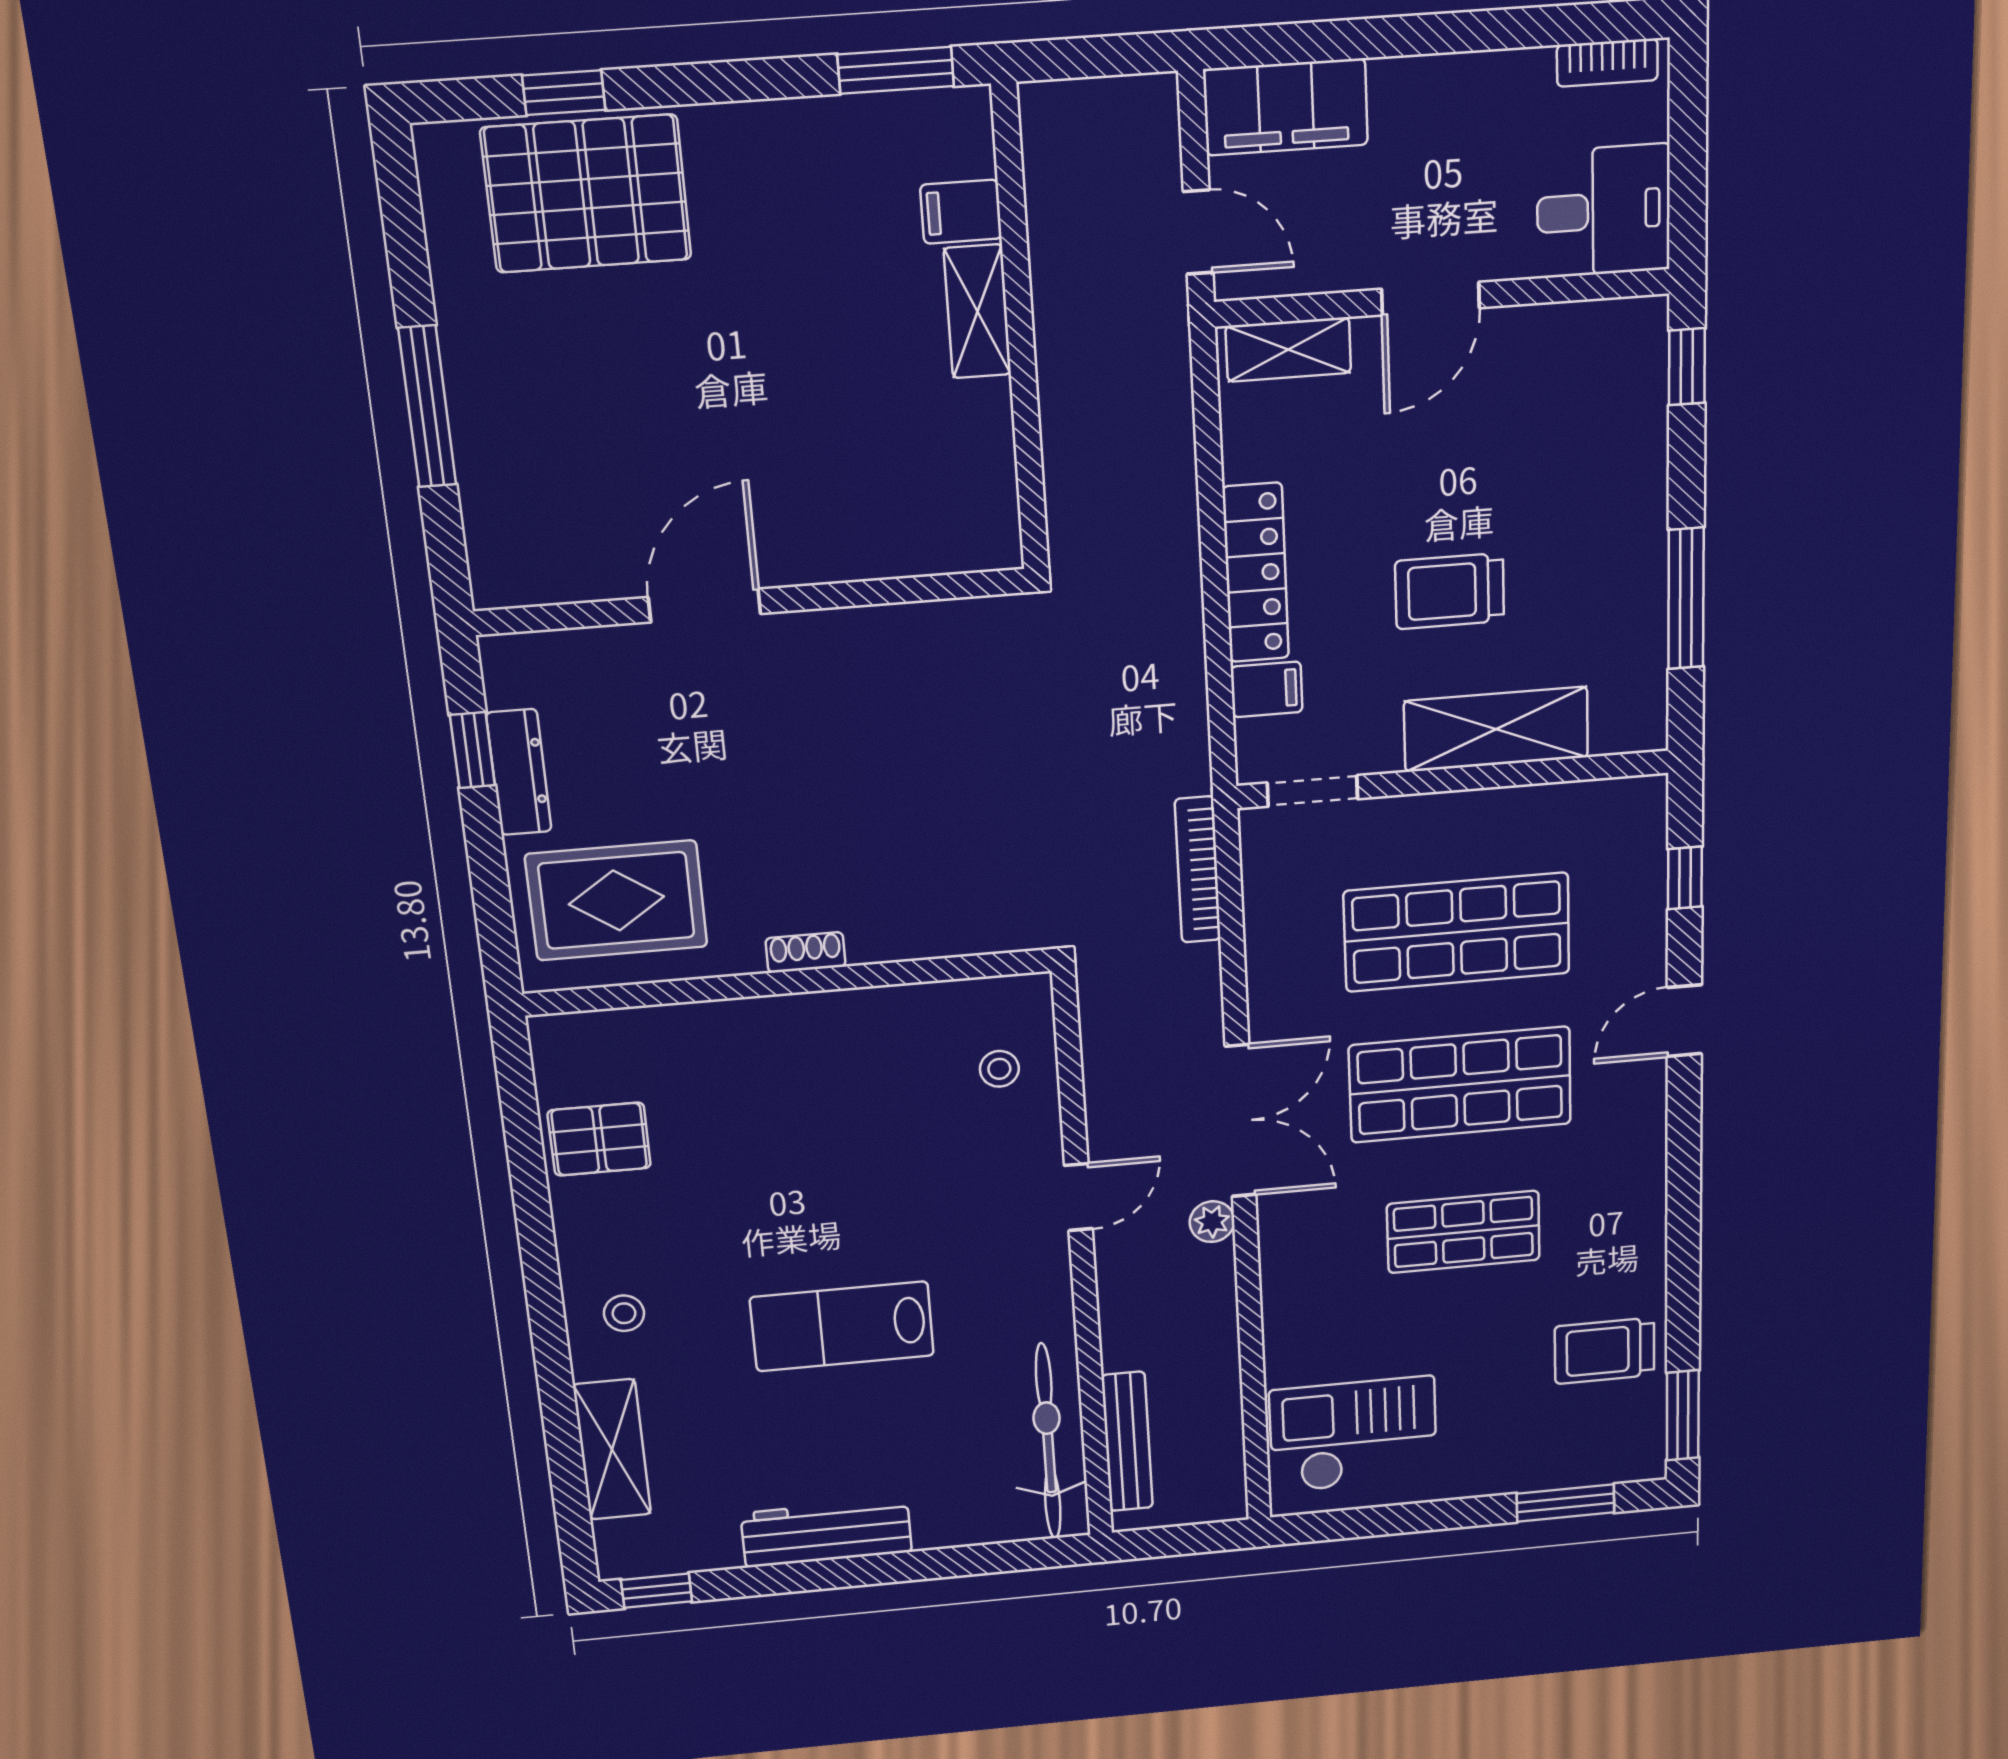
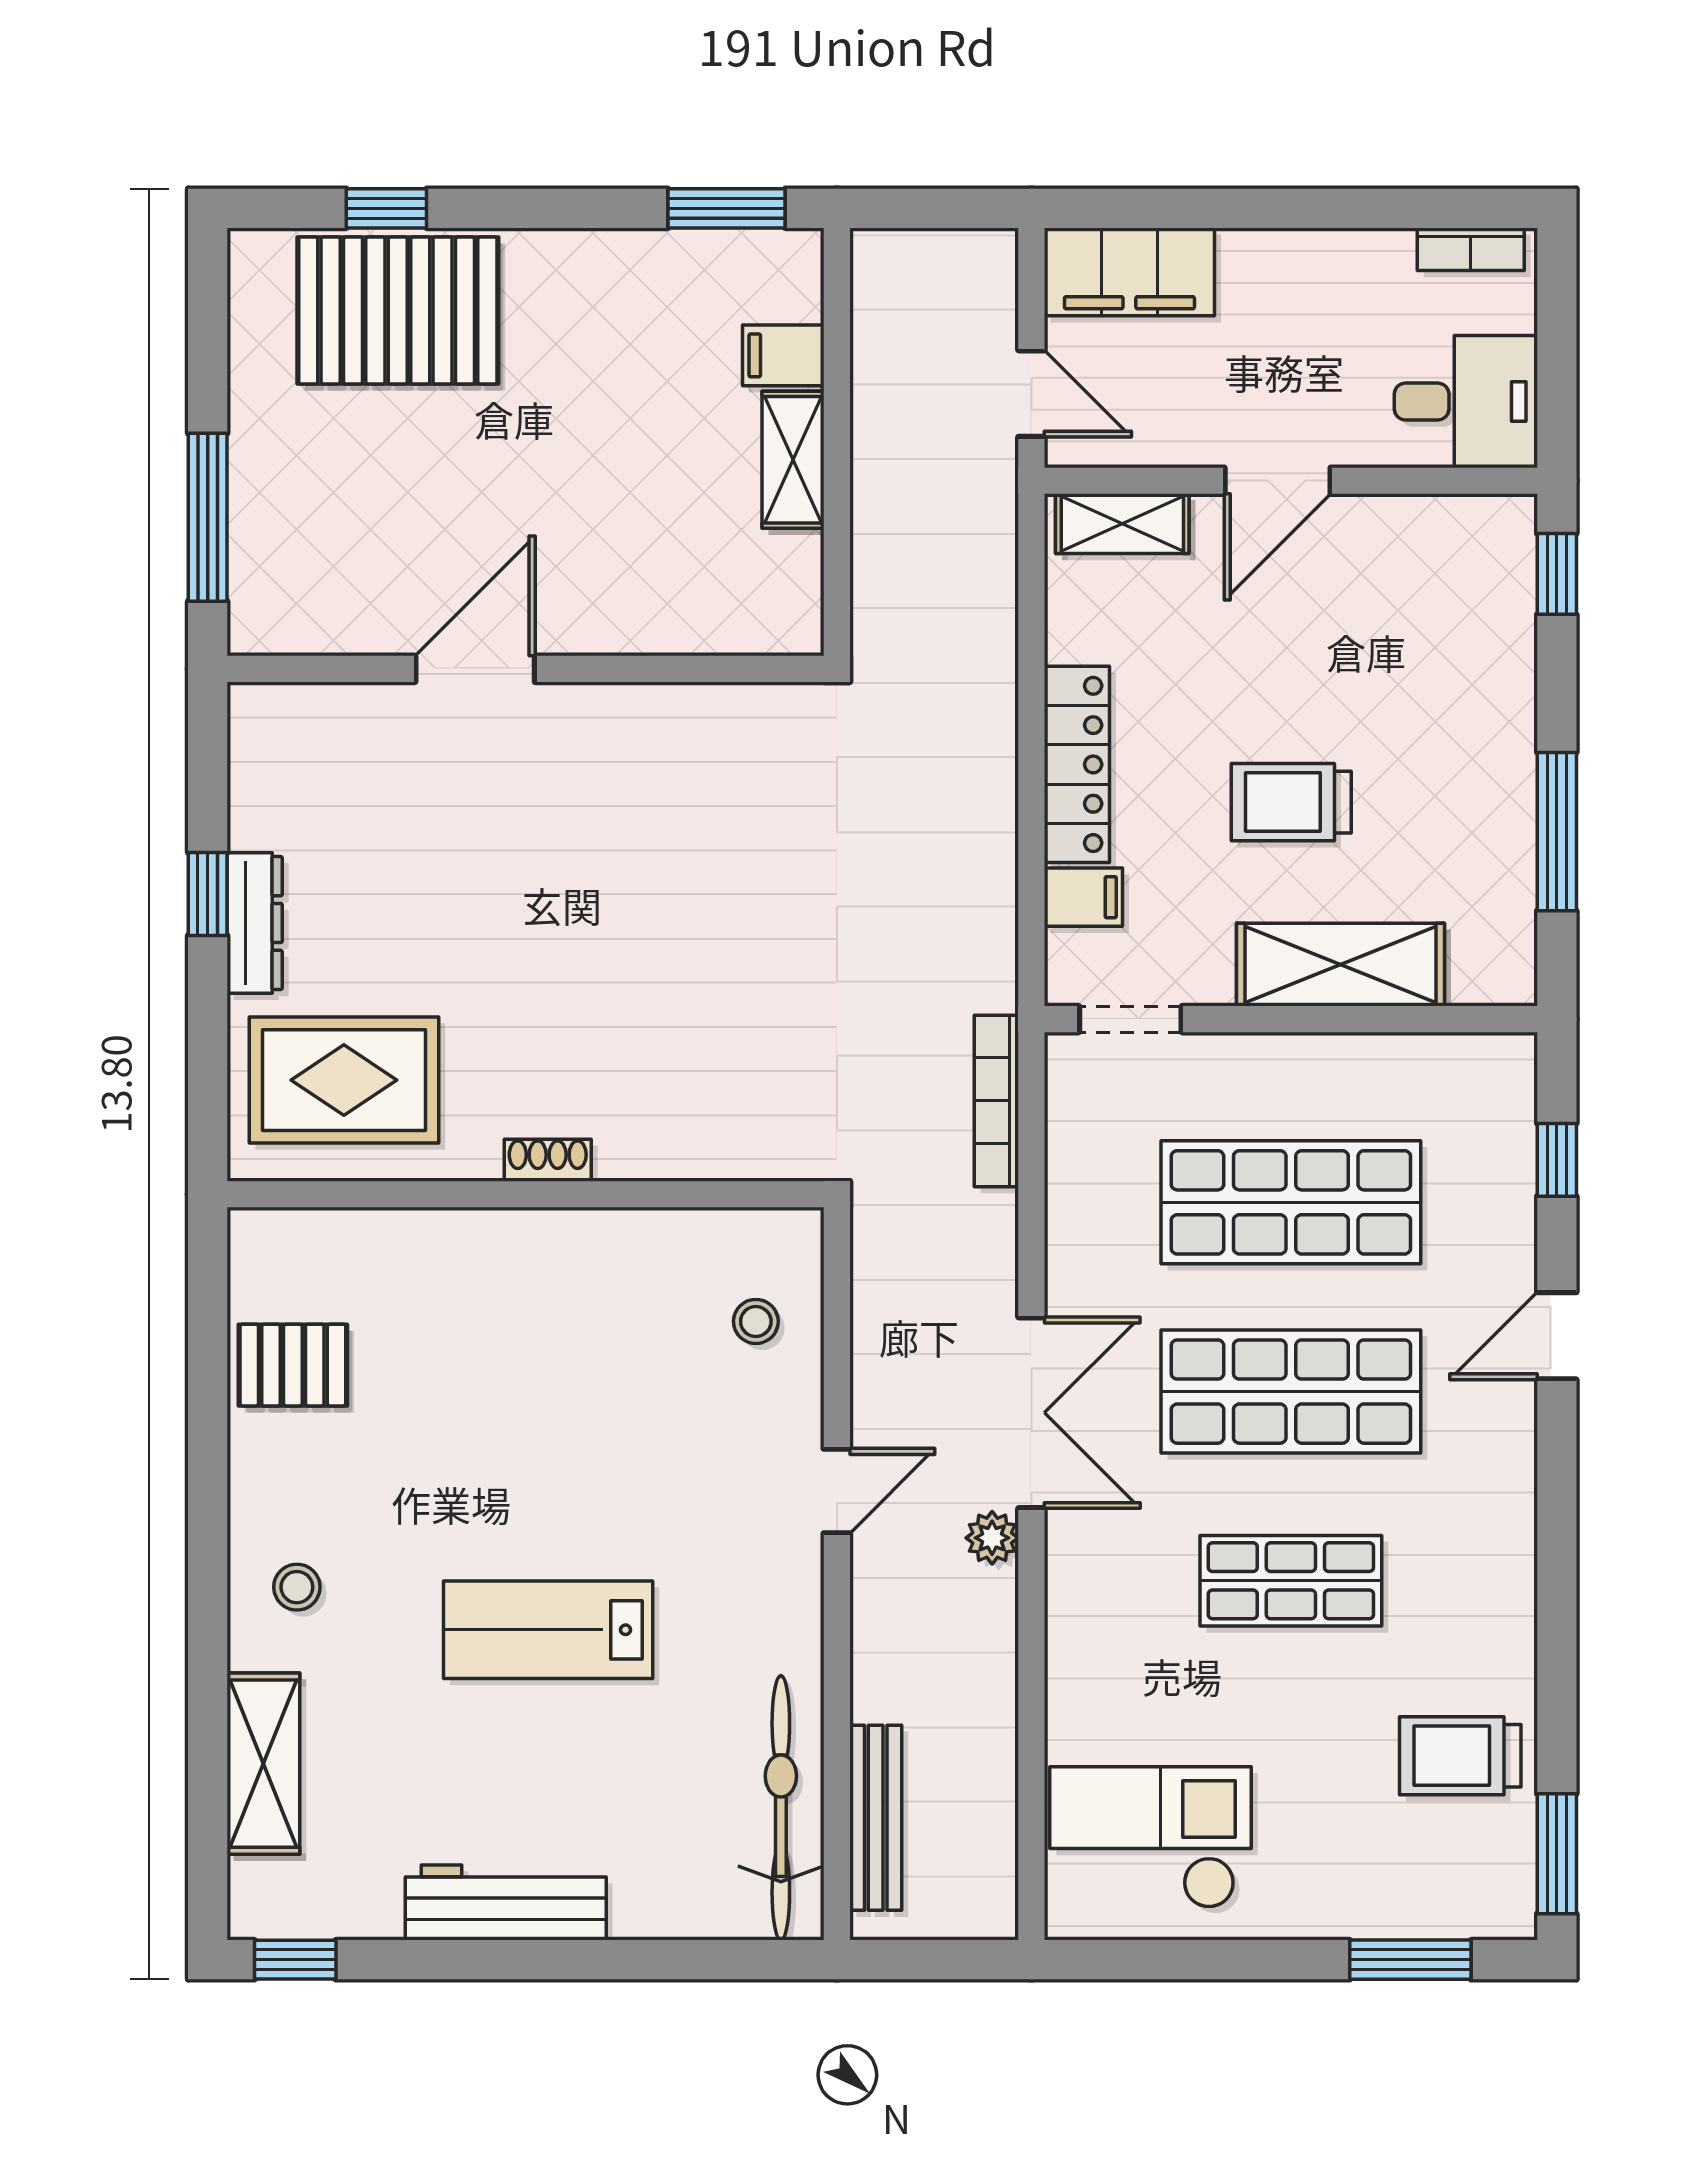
wall: (751, 602) -> (525, 669), moved
door: (704, 605) -> (475, 669), moved

